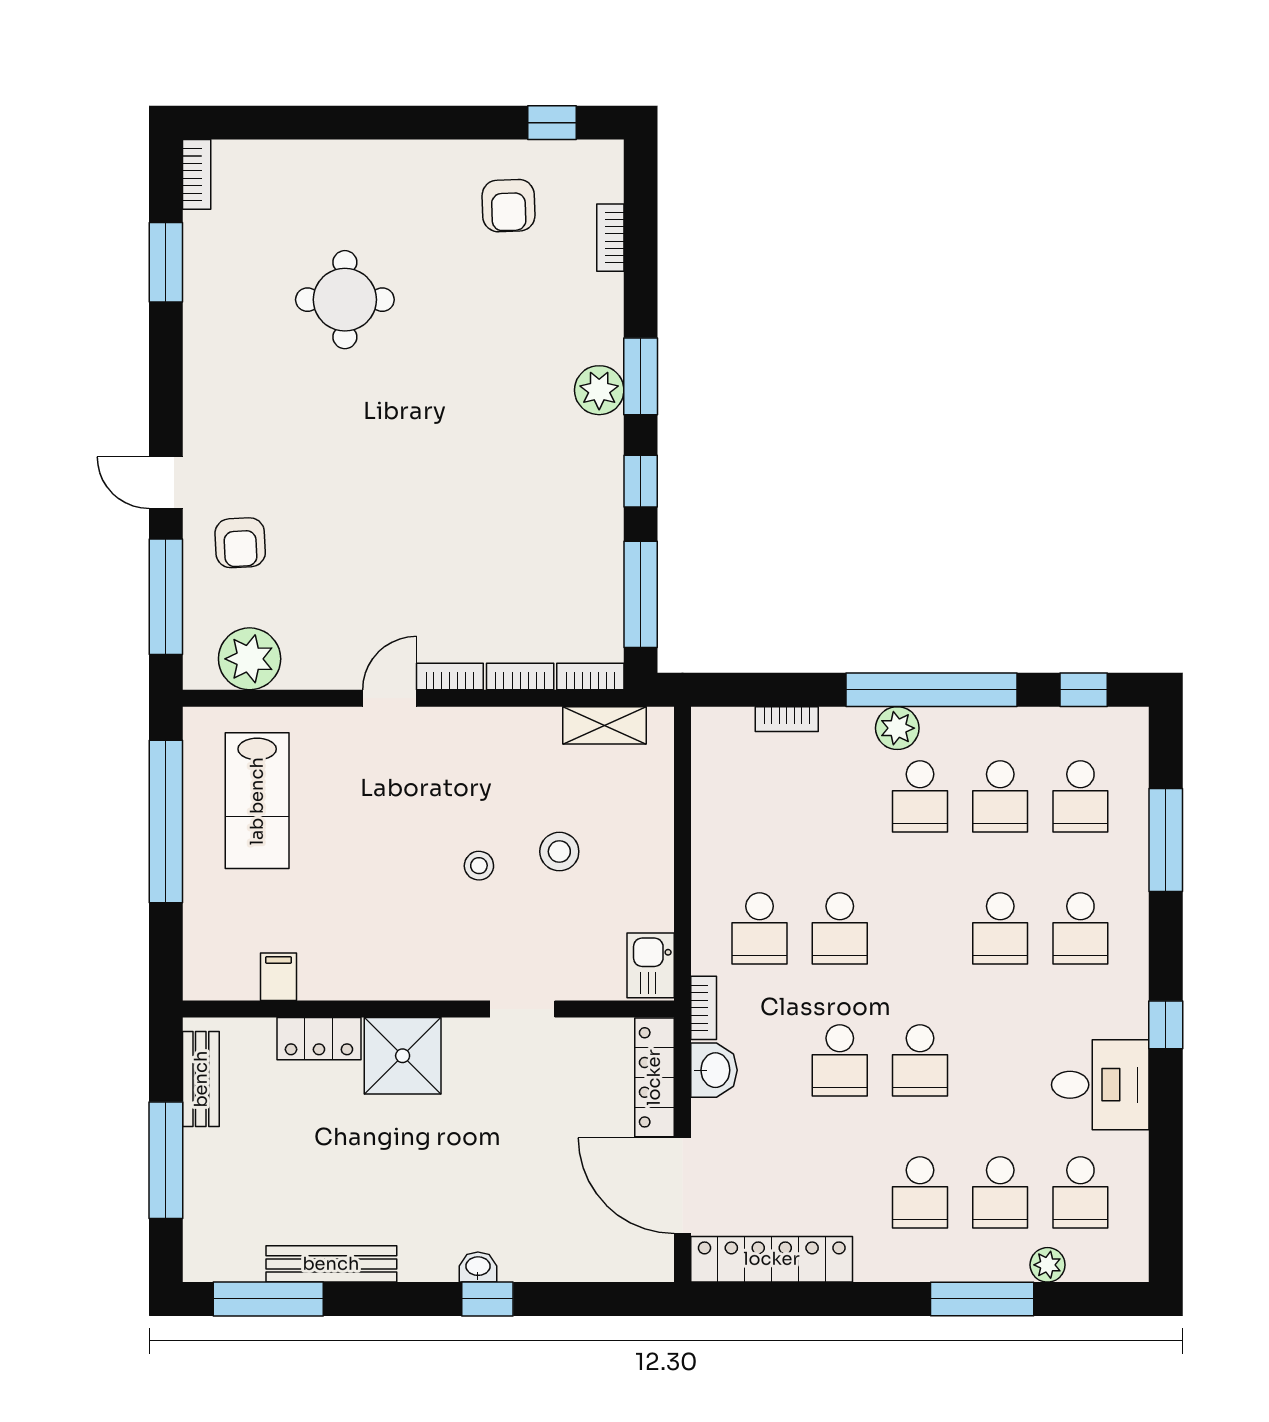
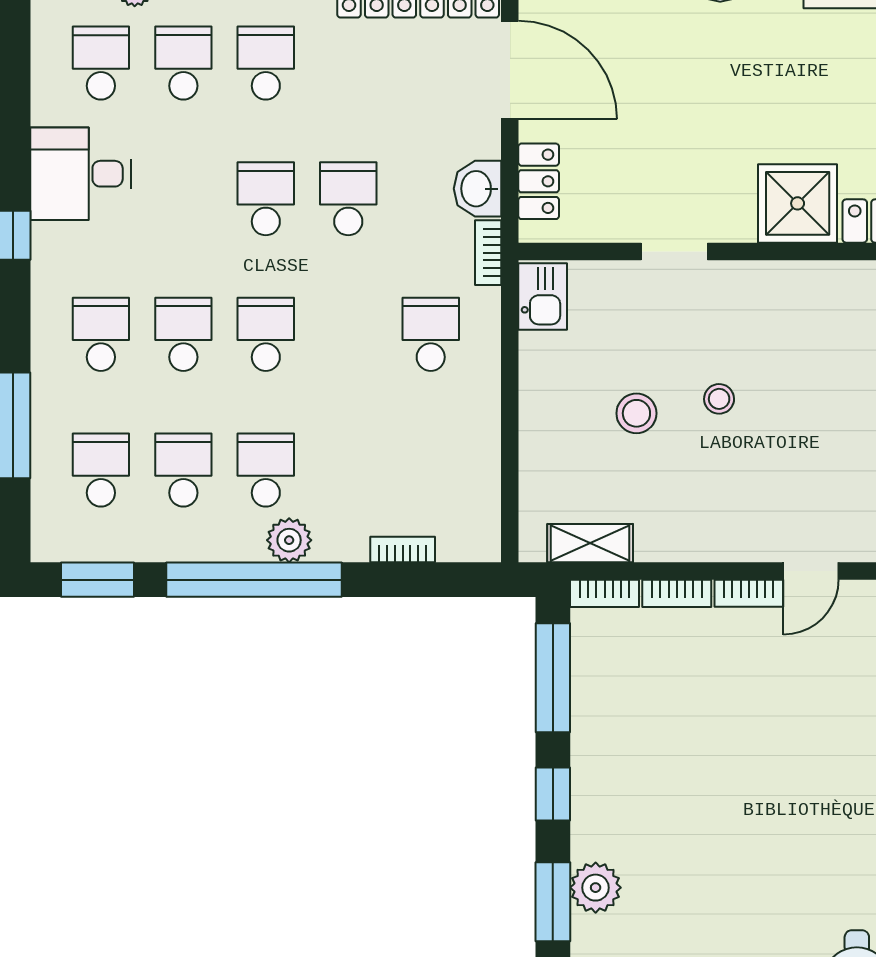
window: (1084, 690) -> (98, 580), width x1.50
school desk: (840, 928) -> (266, 334), moved
locker: (654, 1077) -> (539, 181), width x0.66

